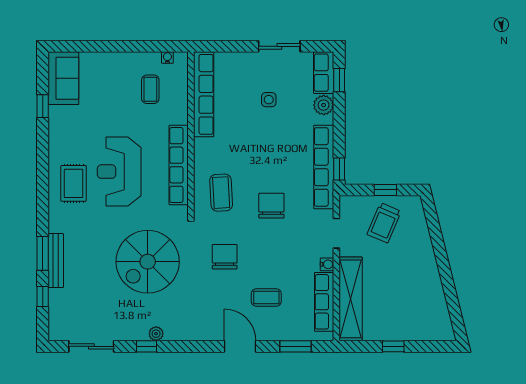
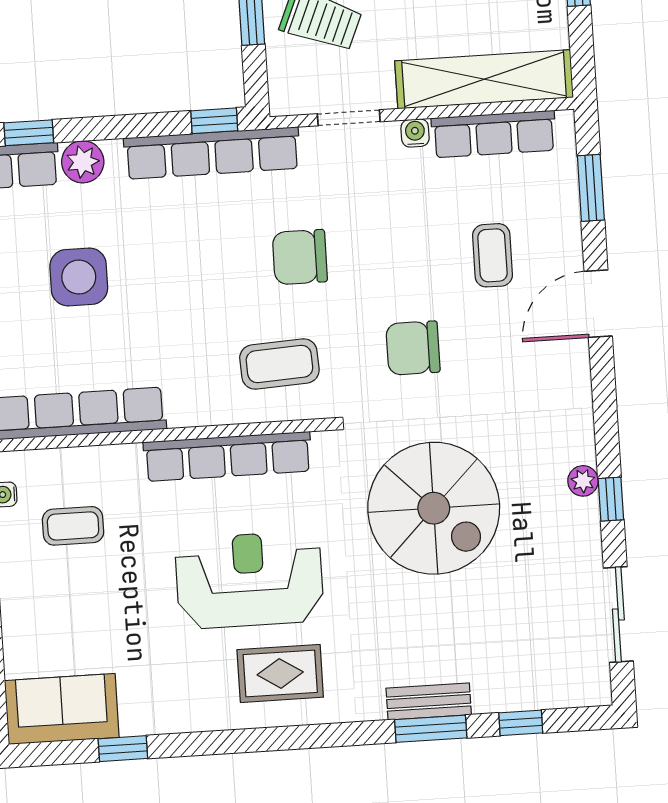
side table: (269, 100) -> (79, 277), width x1.87, depth x1.87
reception desk: (119, 172) -> (249, 580), turned 180
bench: (56, 261) -> (429, 701), width x0.73

